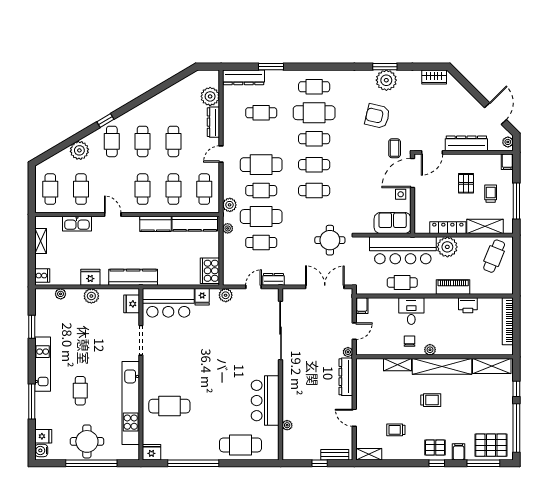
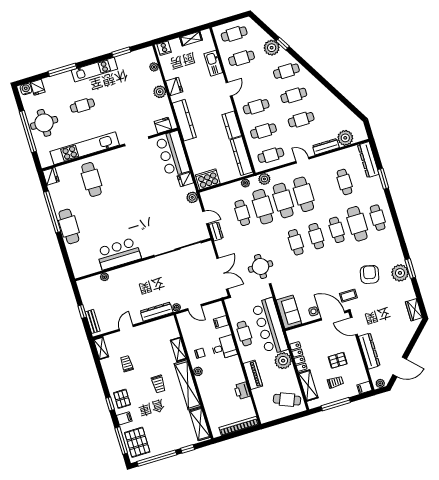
window: (105, 120) -> (283, 44), moved
cafe table: (261, 191) -> (283, 201), width x1.37, depth x1.35
filing cabinet: (362, 306) -> (221, 322), moved
cafe table: (241, 445) -> (69, 226), moved

